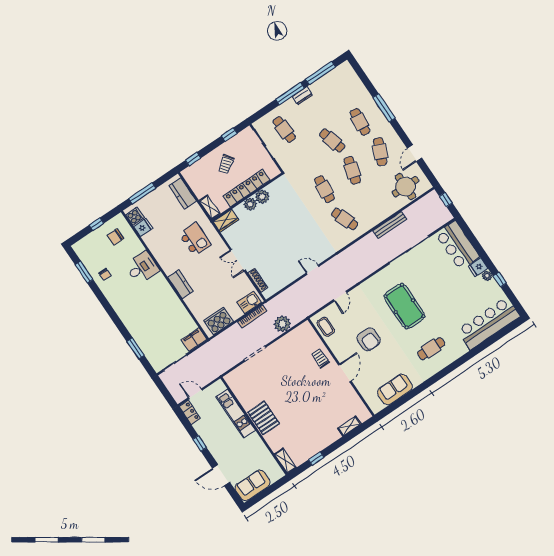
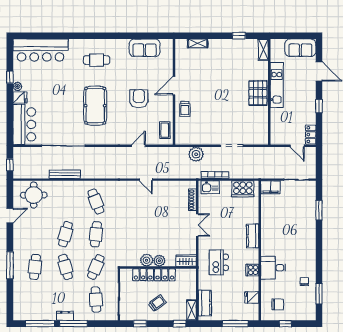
cafe table: (380, 152) -> (96, 267), moved
shelving: (210, 207) -> (192, 310), moved
cooker: (135, 216) -> (252, 270), moved
kitchen unit: (236, 413) -> (277, 85), moved

